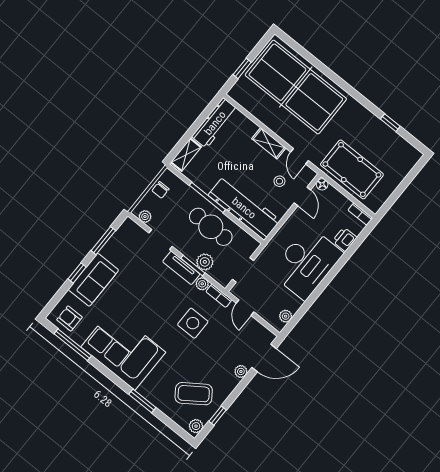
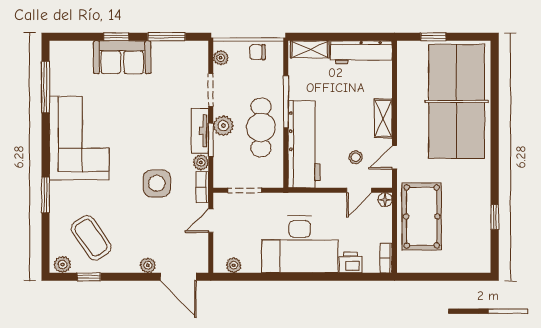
plant: (205, 262) -> (223, 126), moved
armchair: (69, 318) -> (68, 64), removed

